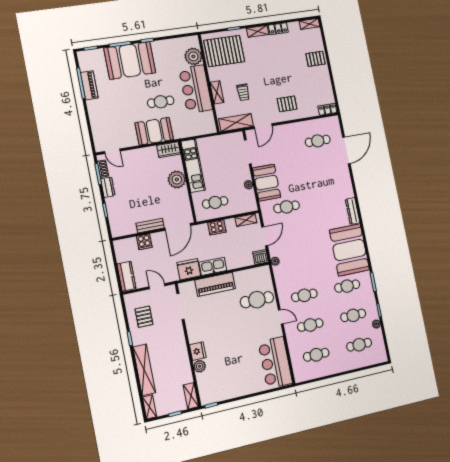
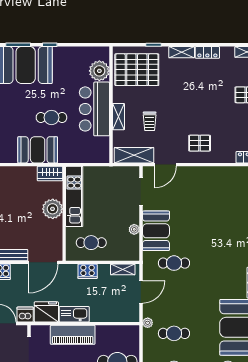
cafe table: (318, 141) -> (174, 333), moved
dishwasher: (261, 257) -> (25, 315), moved

